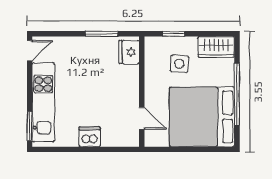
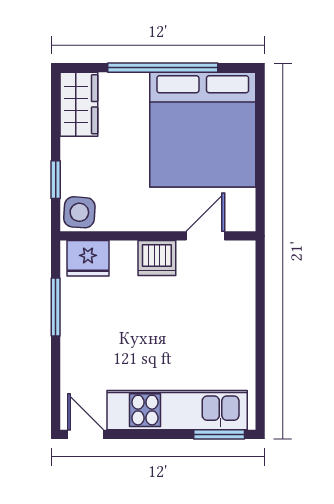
side table: (179, 64) -> (79, 212), moved
dishwasher: (90, 137) -> (157, 258), moved, turned -90

